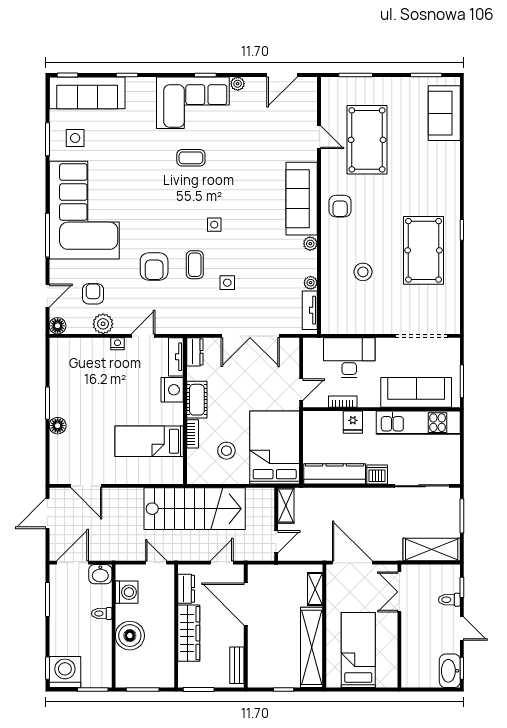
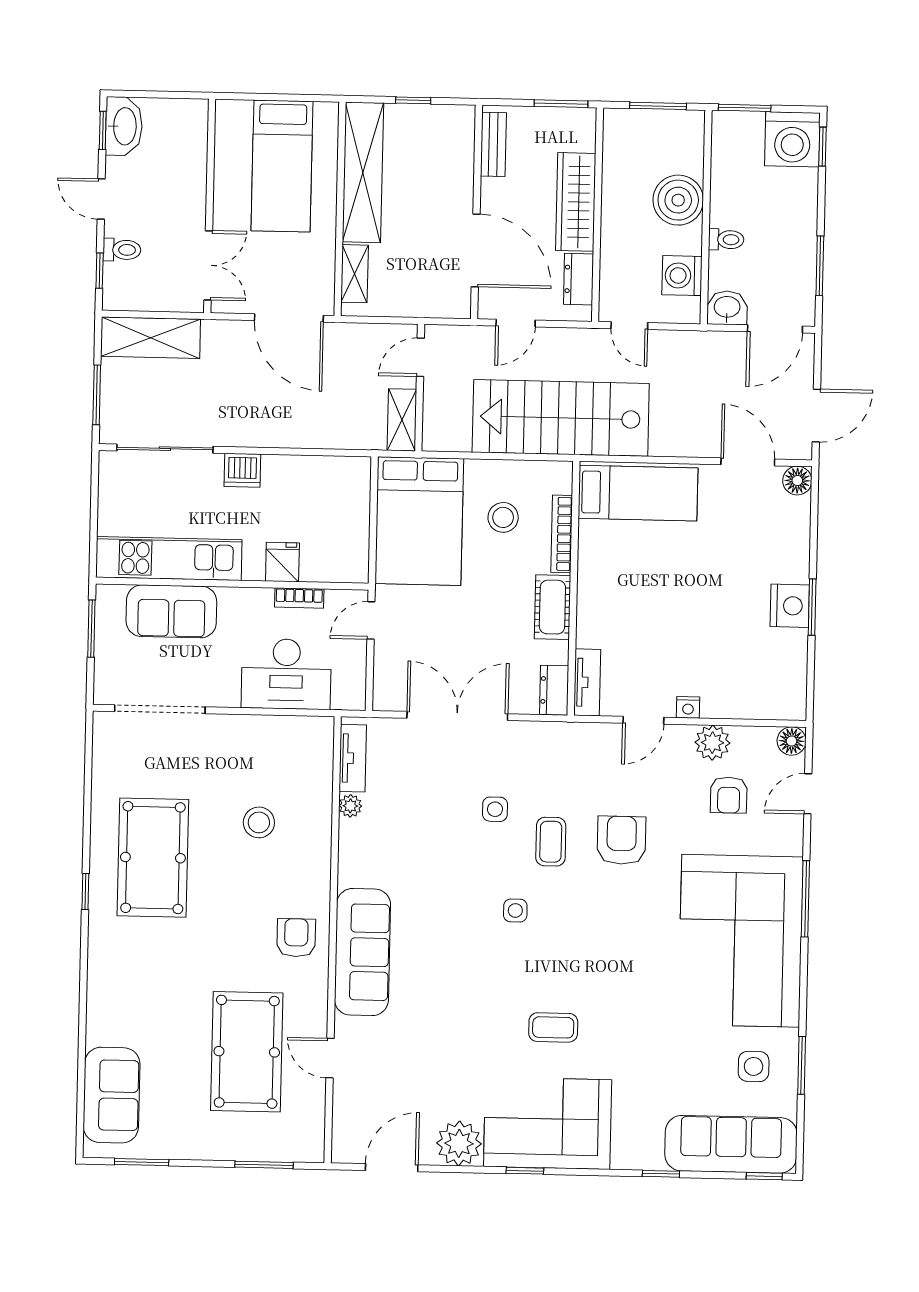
plant: (238, 84) -> (459, 1143), width x1.87, depth x1.87
plant: (310, 244) -> (349, 874), removed
nightstand: (172, 390) -> (790, 606), moved, turned 180
sofa: (416, 392) -> (171, 611), width x0.73
floor lamp: (58, 426) -> (797, 481), moved
bookcase: (193, 434) -> (562, 534), width x1.56
bed: (149, 441) -> (638, 493), moved
kitchen counter: (335, 474) -> (316, 473), removed

